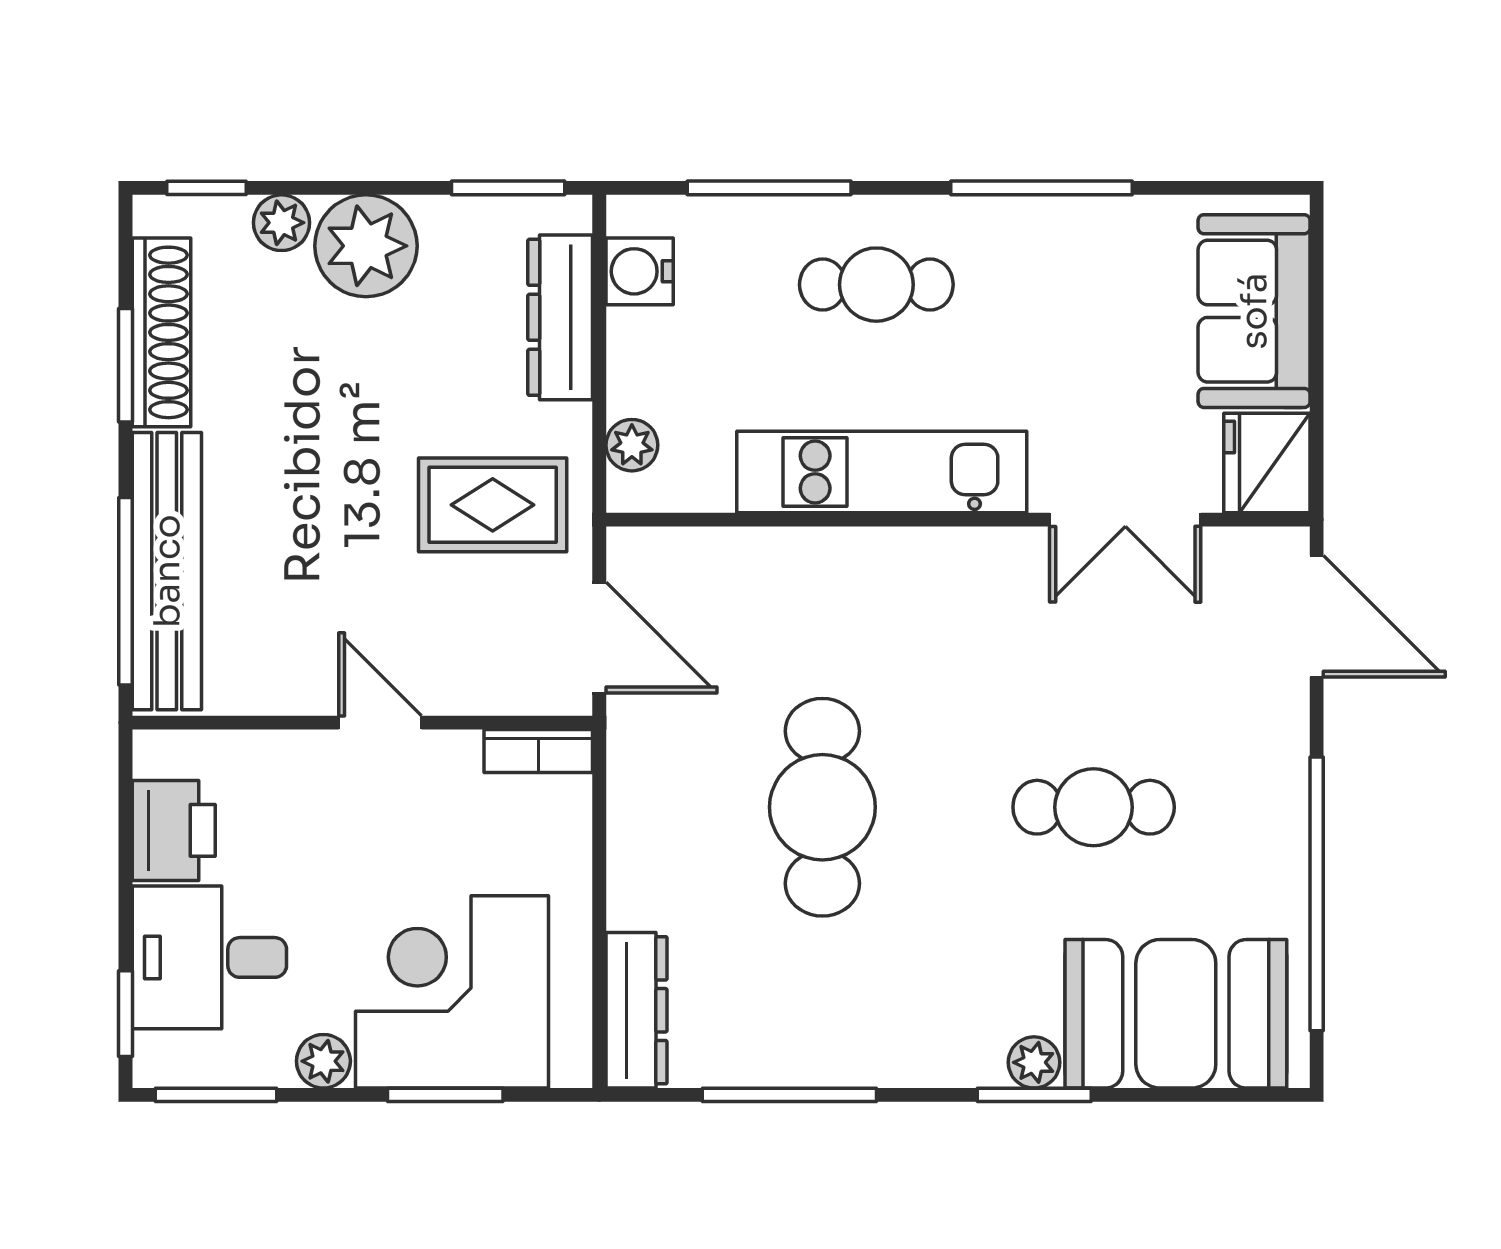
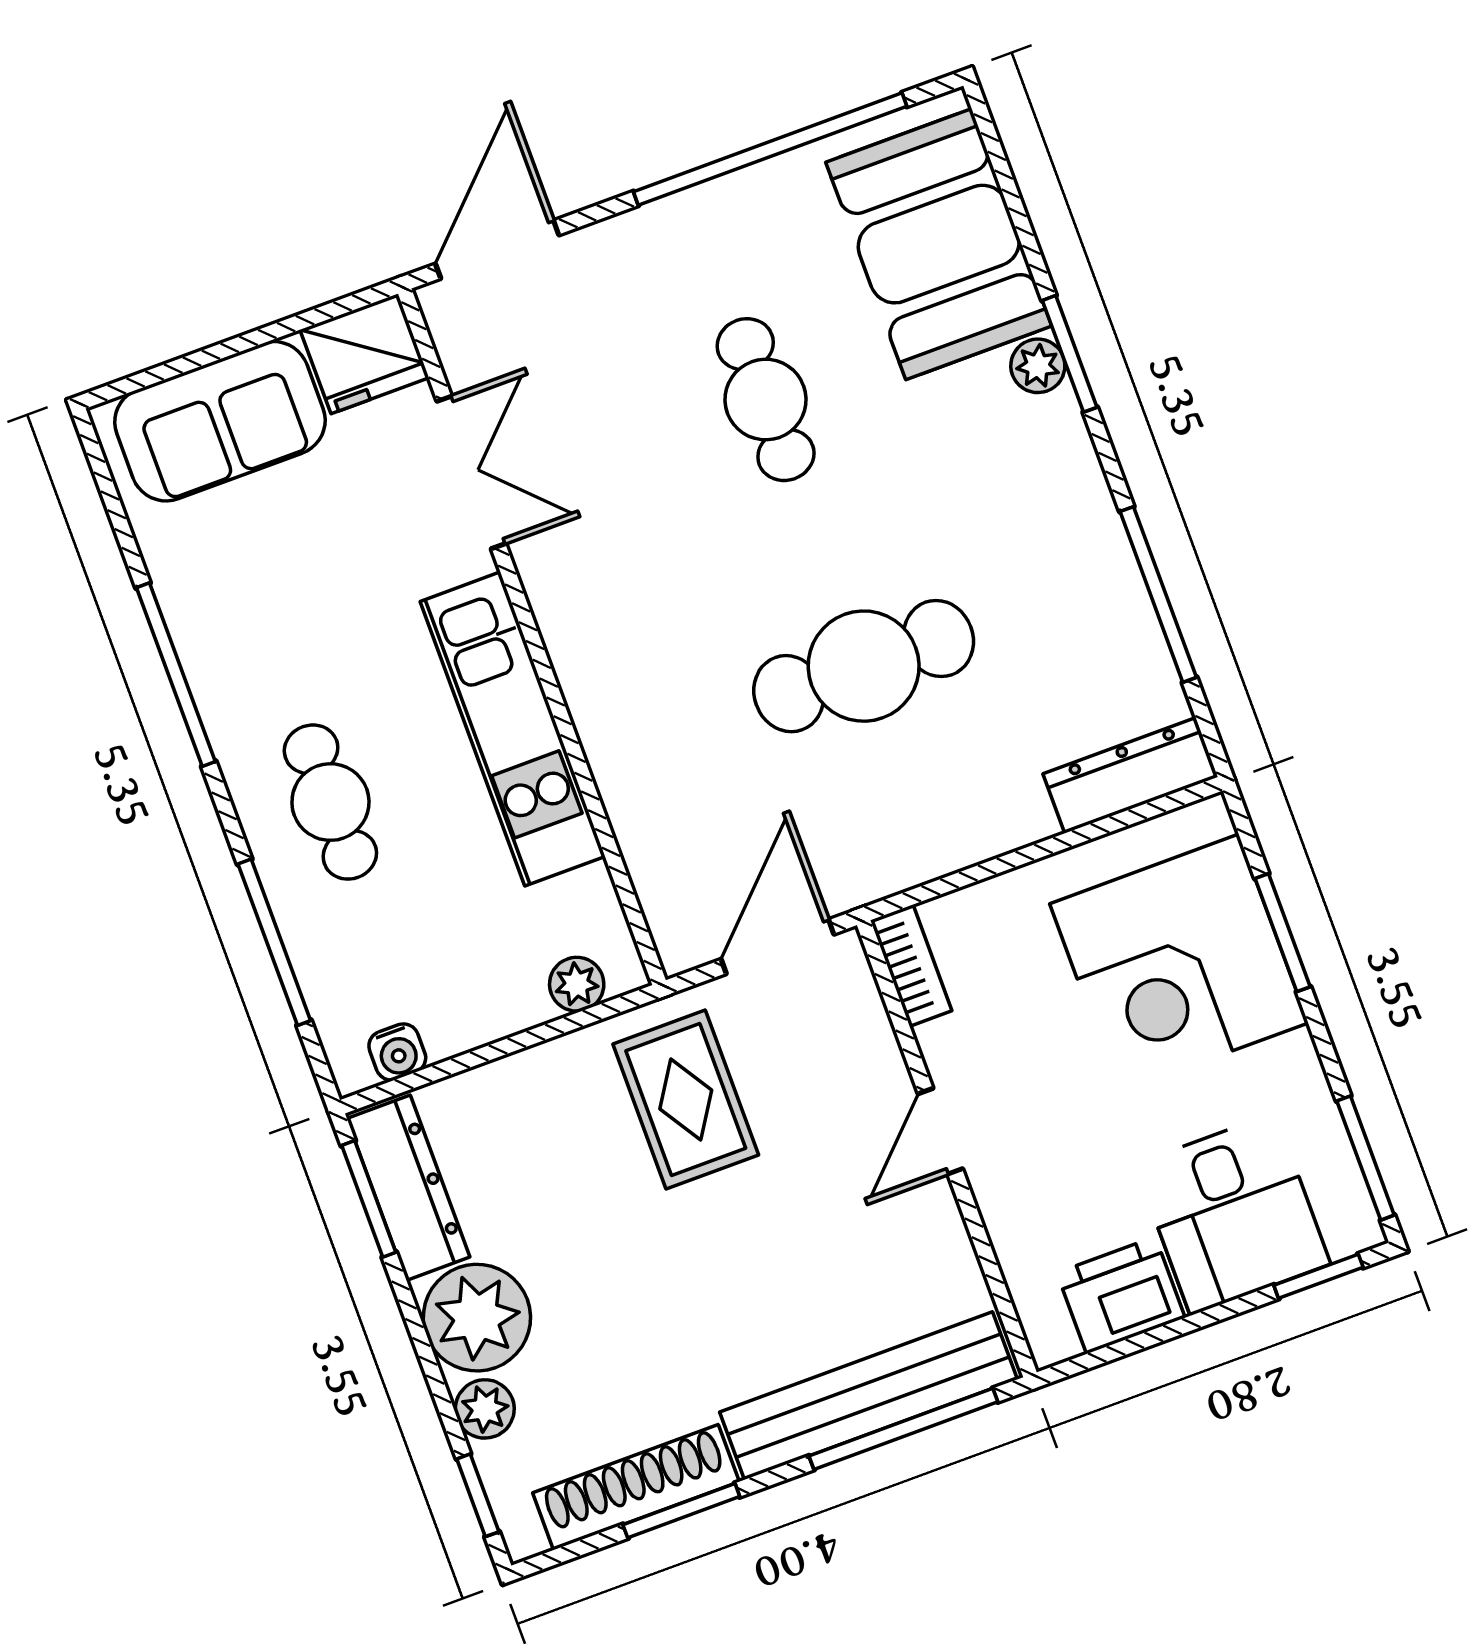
water cooler: (640, 271) -> (397, 1052), width x0.72, depth x0.72
dresser: (560, 317) -> (408, 1188), moved, turned -90
plant: (323, 1061) -> (1294, 1065), removed

